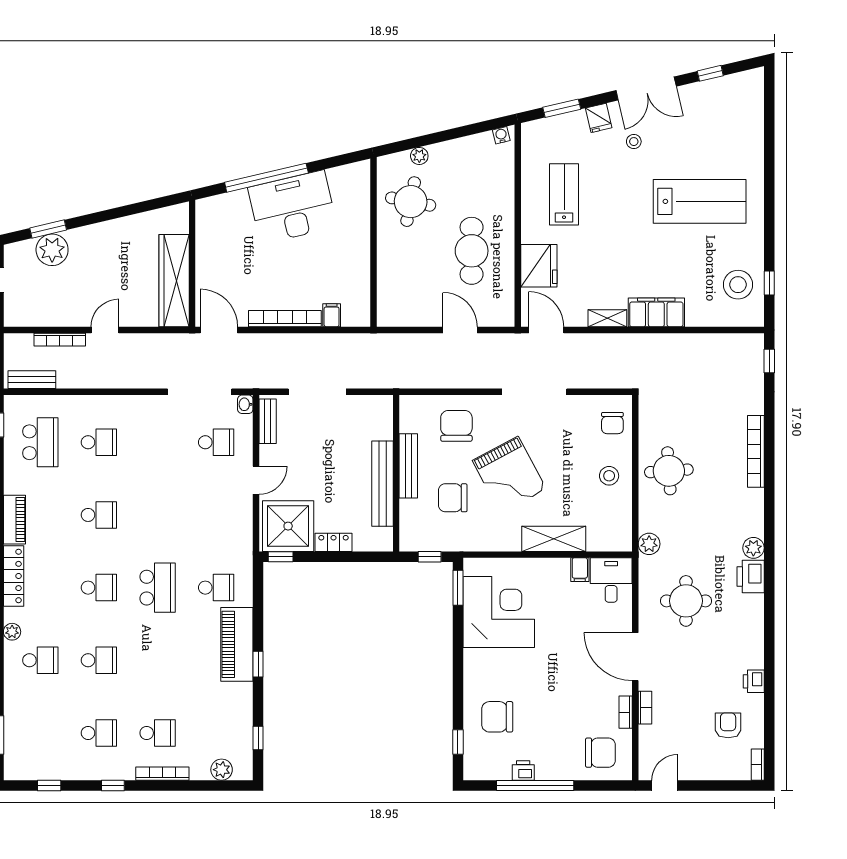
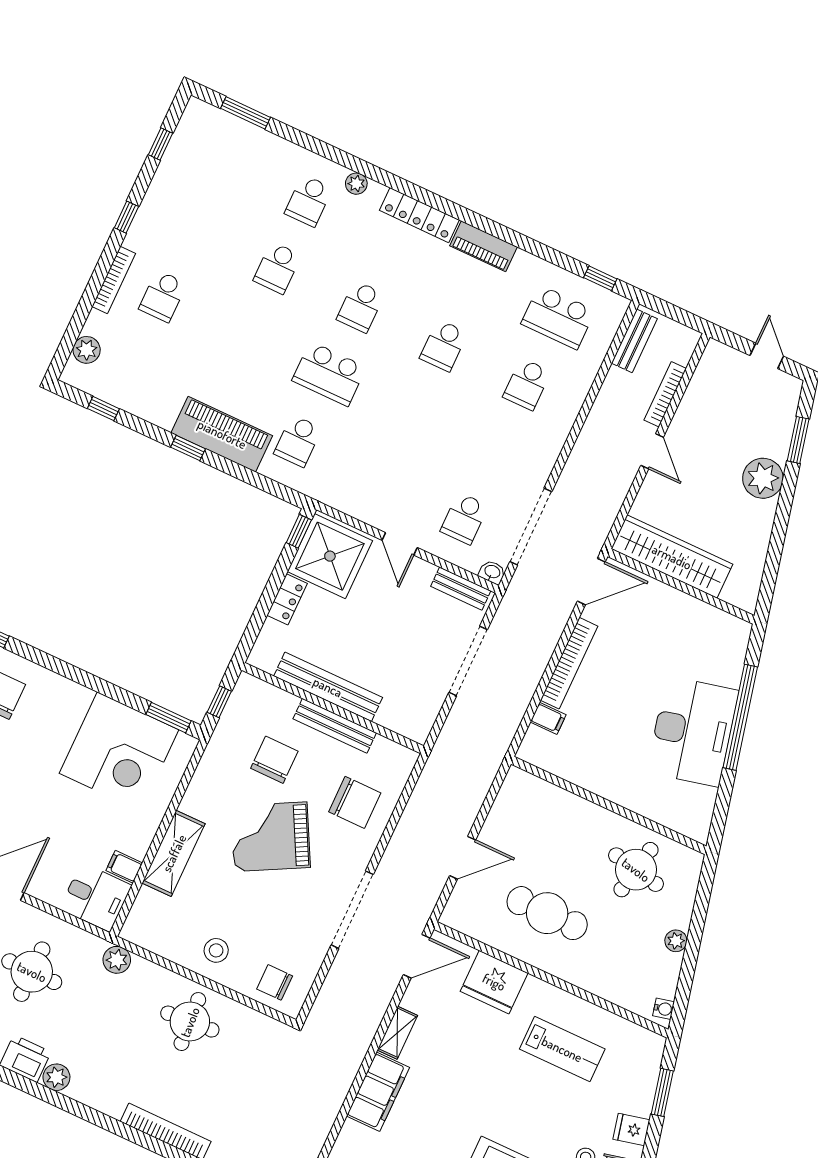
plant: (419, 156) -> (676, 941), moved
plant: (52, 250) -> (763, 478), moved
school desk: (99, 733) -> (194, 229), removed

